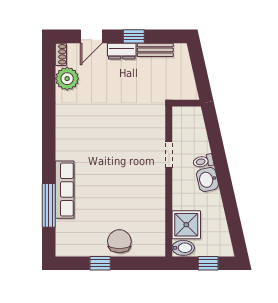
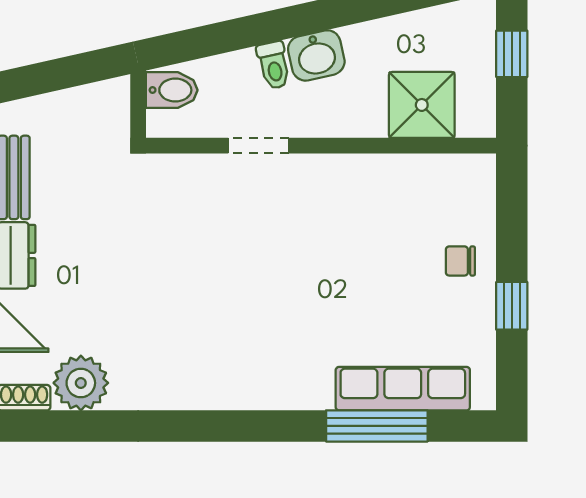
row of seats: (65, 190) -> (403, 389), moved
chair: (119, 241) -> (460, 261), width x0.54, depth x0.54
bidet: (183, 248) -> (172, 90), moved, turned 90

